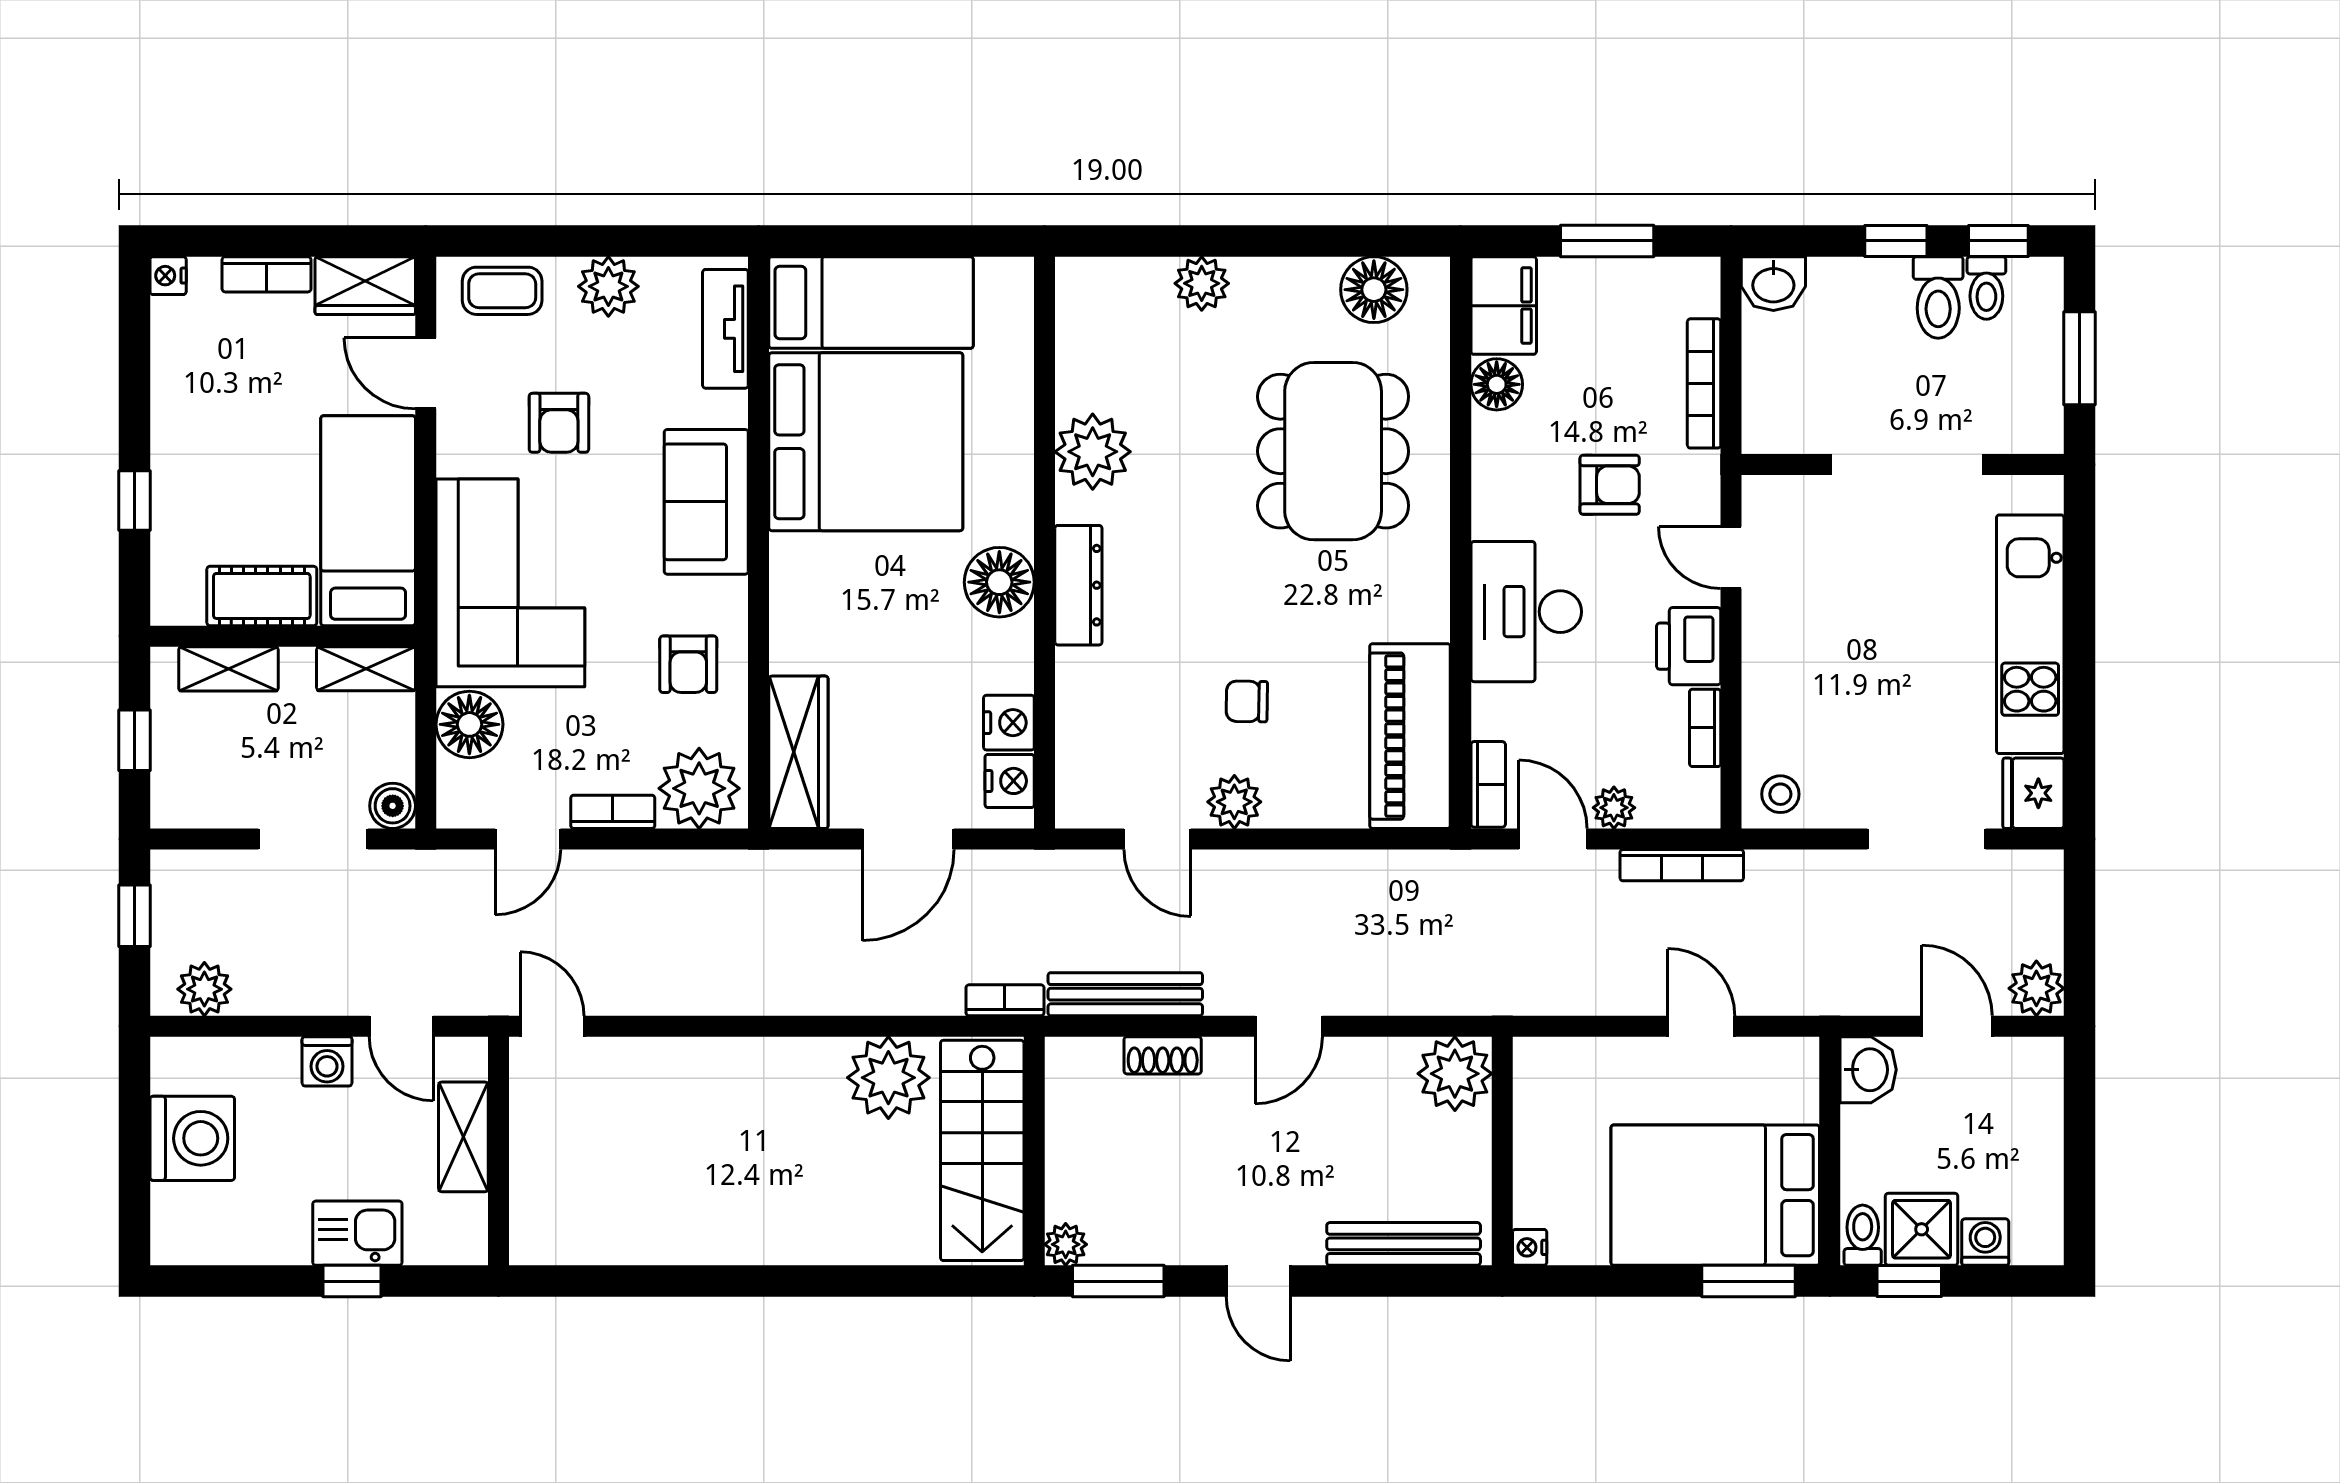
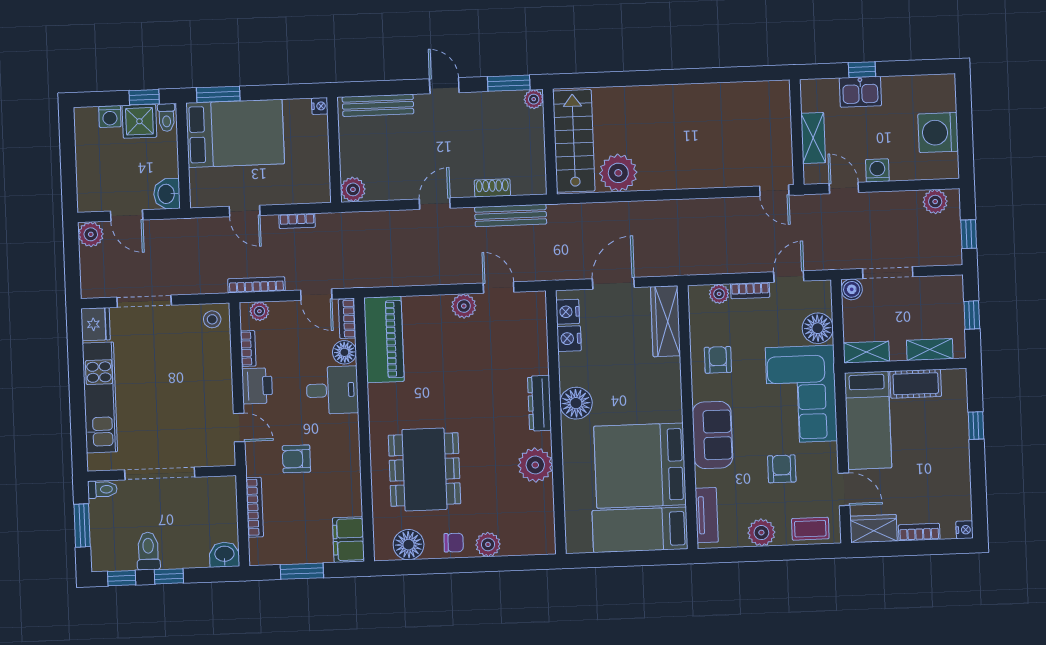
toilet: (1986, 288) -> (102, 489), moved, turned 90
floor lamp: (1497, 384) -> (344, 352), moved
desk: (1526, 612) -> (332, 390), width x0.73
chair: (1247, 701) -> (454, 543), moved
plant: (699, 788) -> (719, 294), width x0.53, depth x0.53
plant: (1614, 808) -> (259, 311), moved
bookcase: (1005, 1000) -> (297, 221), moved
plant: (1455, 1074) -> (353, 189), width x0.73, depth x0.73

